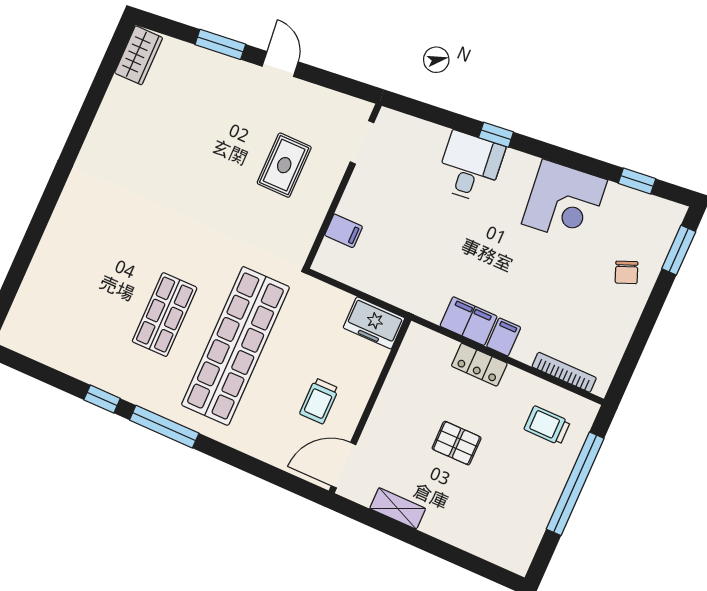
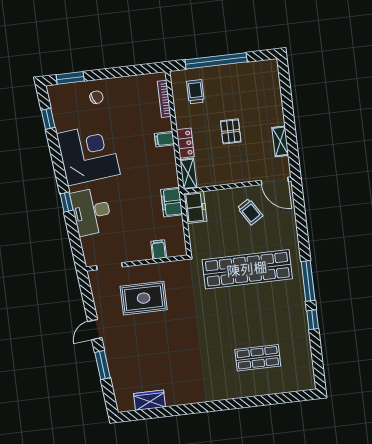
wardrobe: (139, 55) -> (150, 400), moved
rug: (284, 165) -> (144, 298), width x1.36, depth x1.43
desk: (470, 167) -> (91, 211), width x1.37
corner desk: (564, 202) -> (88, 154), width x1.36, depth x1.36
shop shelf: (165, 315) -> (258, 358), moved
filing cabinet: (469, 321) -> (172, 202), moved
shelving: (431, 342) -> (188, 174), added
trolley: (319, 401) -> (250, 212), turned 58
trolley: (547, 425) -> (195, 92), turned 180

